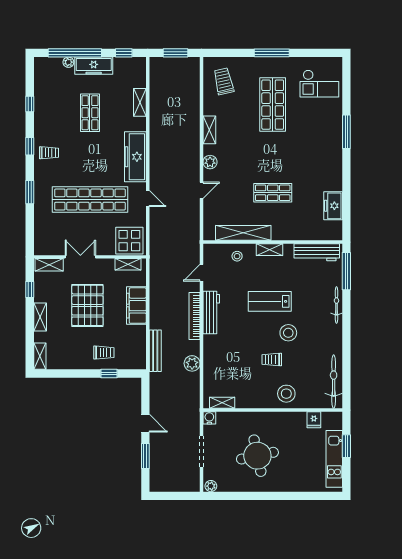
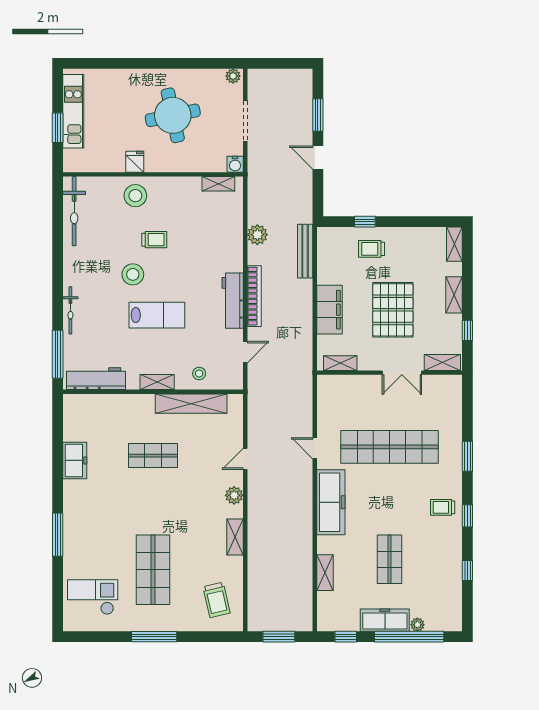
freezer: (333, 206) -> (75, 460), moved
display table: (129, 241) -> (338, 394), removed
fridge: (314, 420) -> (135, 162), moved

